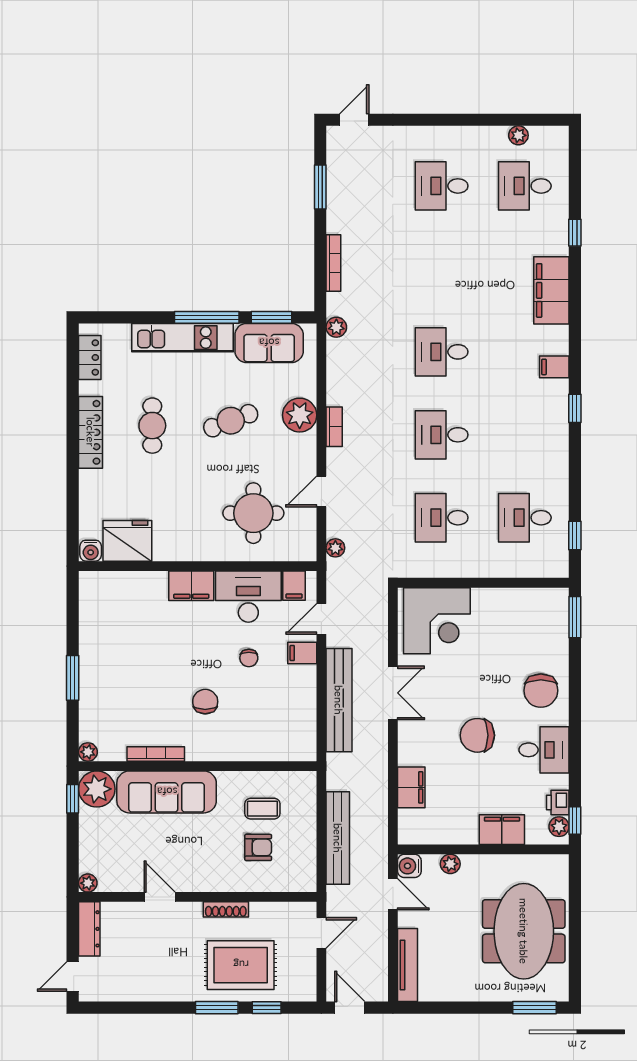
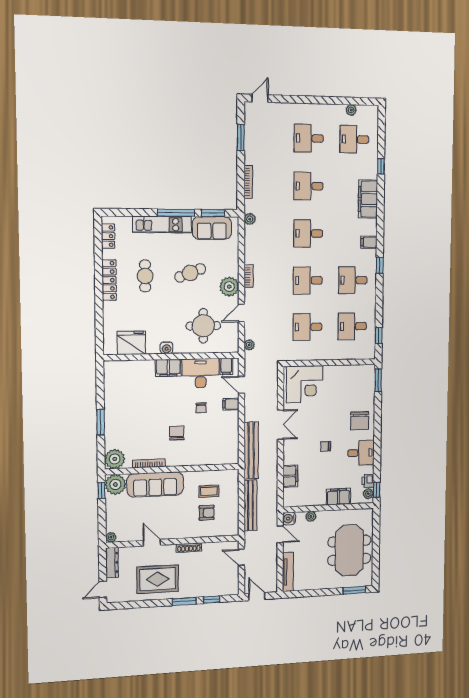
desk: (442, 269) -> (308, 186), added
plant: (300, 415) -> (229, 287), moved
desk: (525, 435) -> (353, 280), added
water cooler: (91, 551) -> (167, 348), moved
door: (321, 619) -> (241, 385), hinge flipped
bench: (339, 700) -> (251, 450), moved
chair: (477, 735) -> (326, 446), width x0.54, depth x0.54
plant: (88, 752) -> (115, 459), width x1.87, depth x1.87
door: (321, 933) -> (241, 557), swing flipped
rug: (241, 965) -> (158, 579), moved

